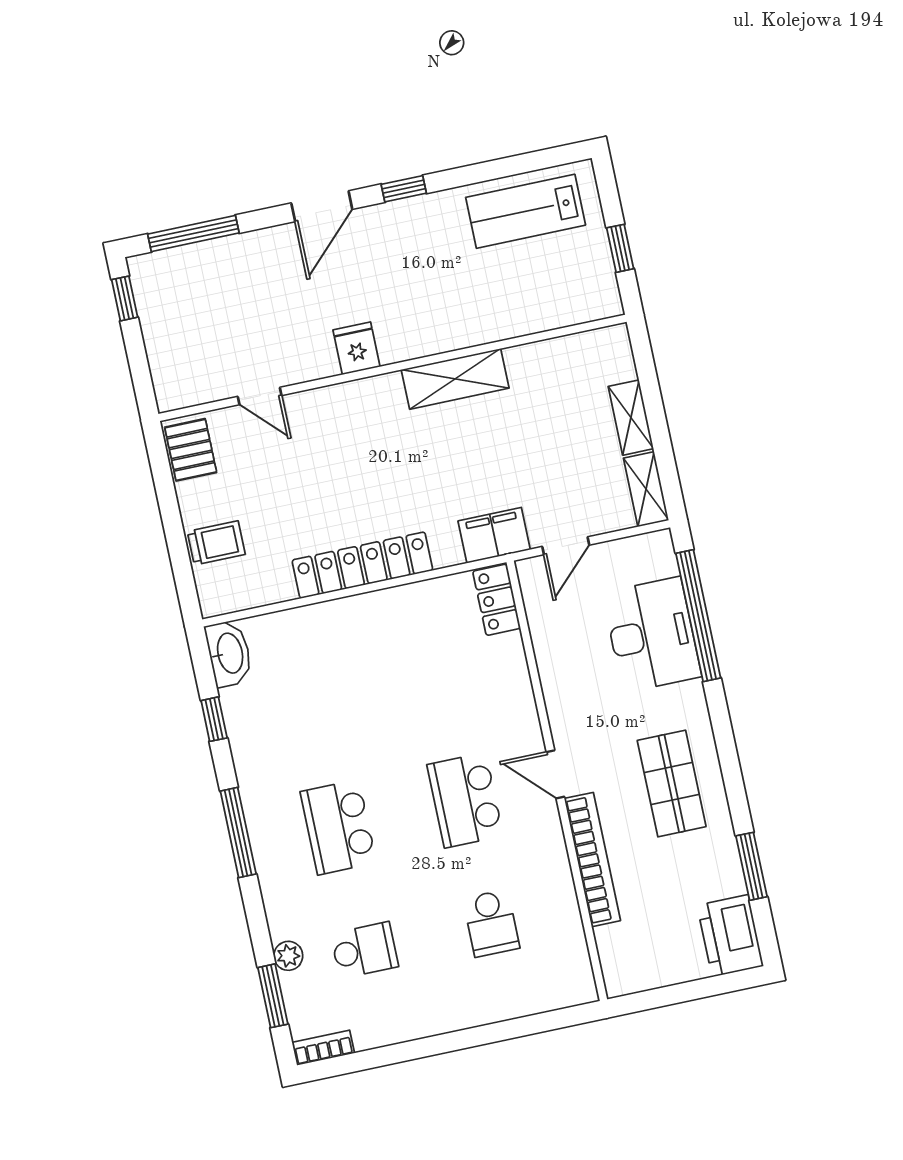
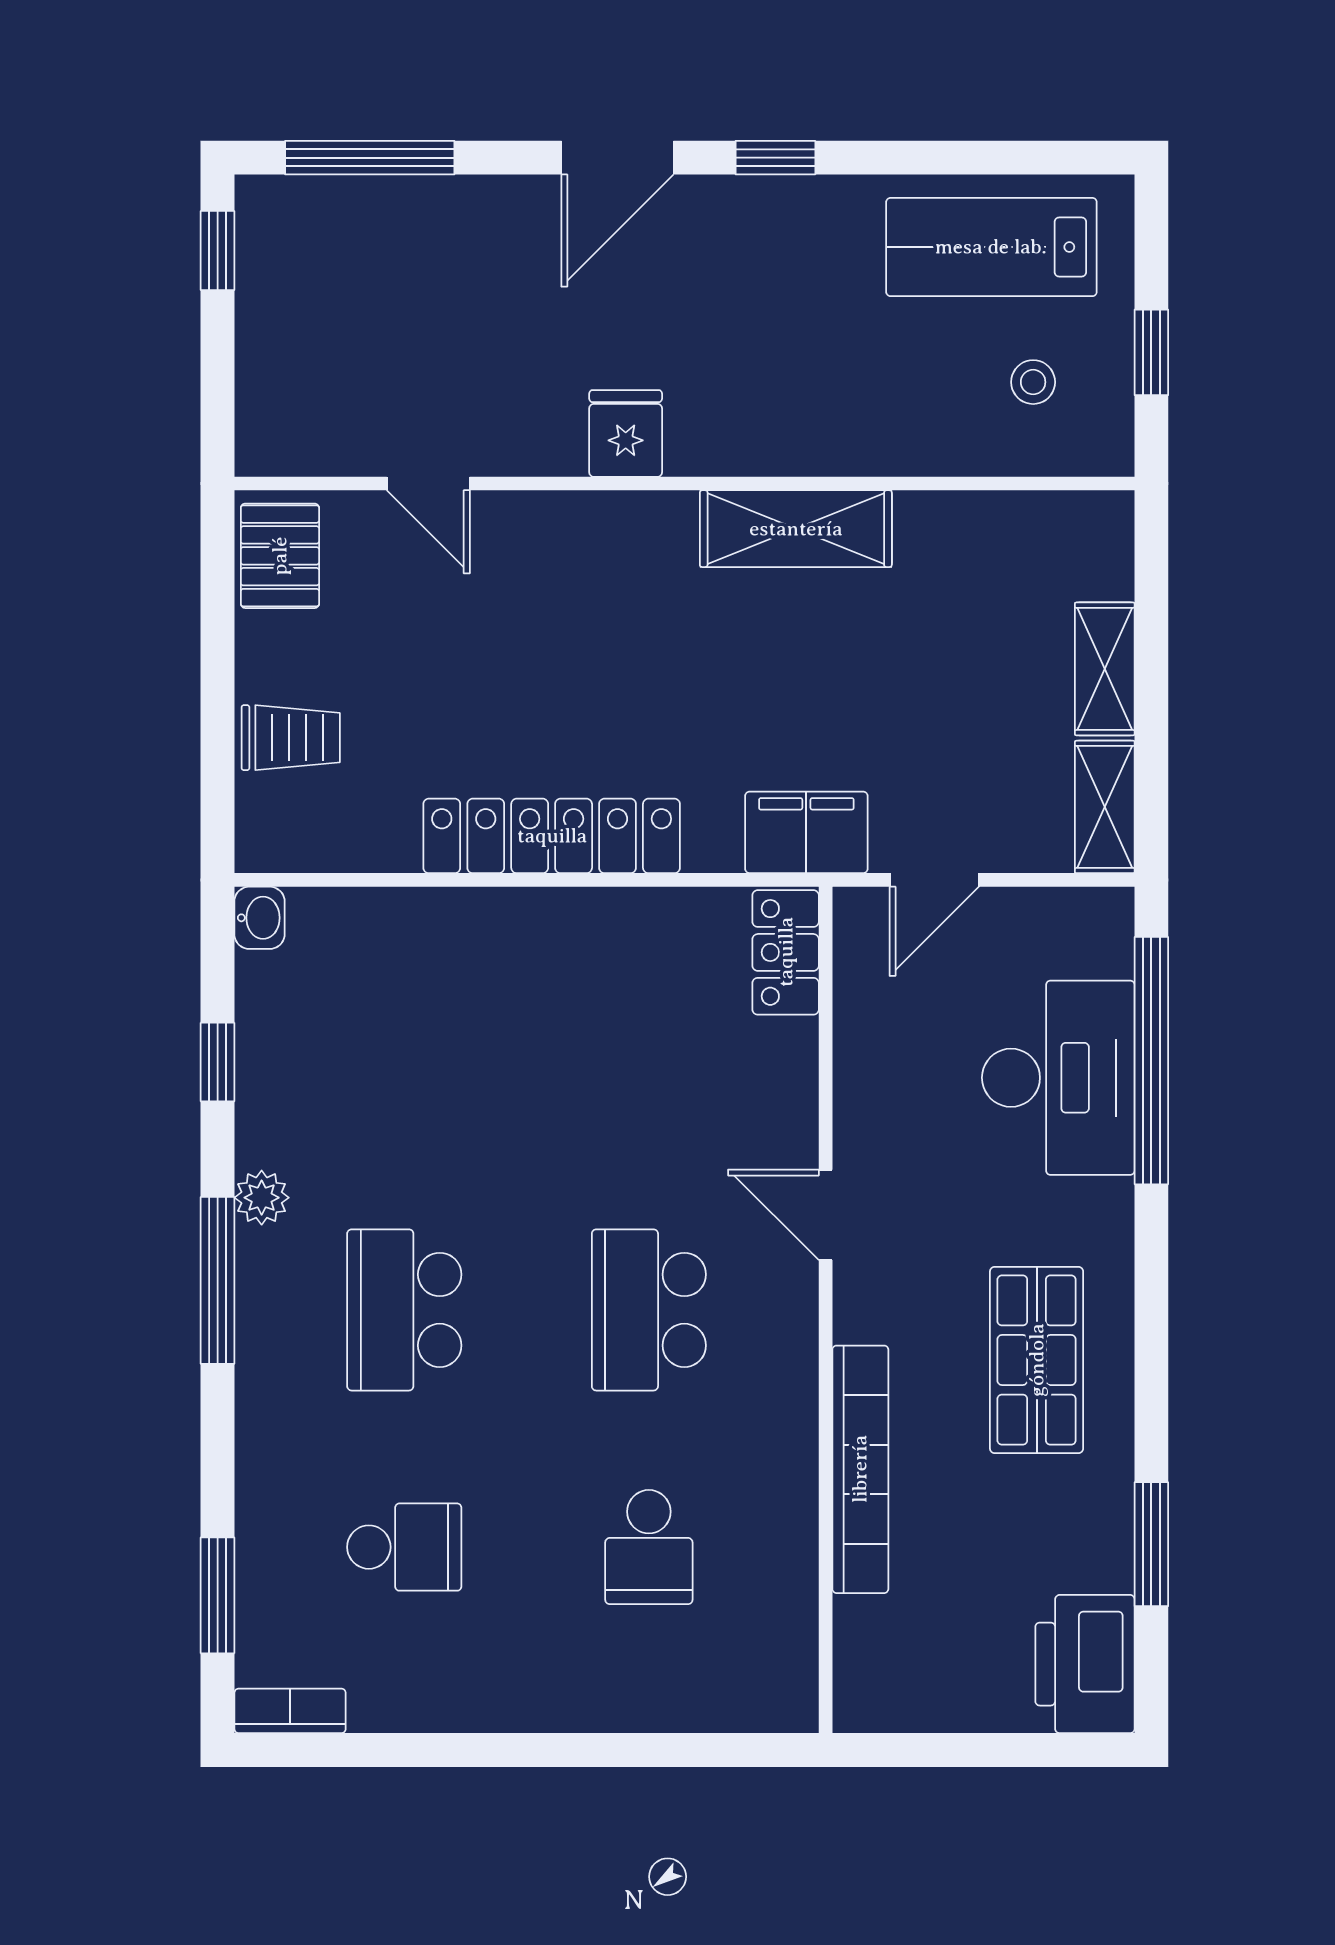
stool: (562, 277) -> (1033, 382), added
washbasin: (229, 653) -> (259, 918), width x0.52, depth x0.69
door: (555, 774) -> (826, 1215), moved
plant: (288, 956) -> (262, 1198), moved

